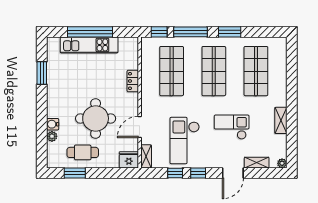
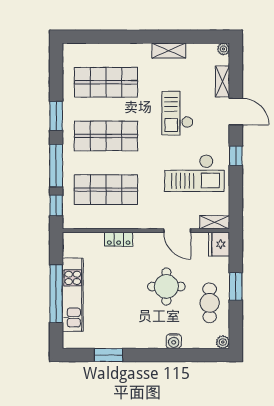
round table: (96, 118) -> (166, 287), width x0.73, depth x0.73
plant: (52, 136) -> (223, 342), moved
window: (75, 173) -> (236, 286), moved
window: (175, 173) -> (236, 185), removed

